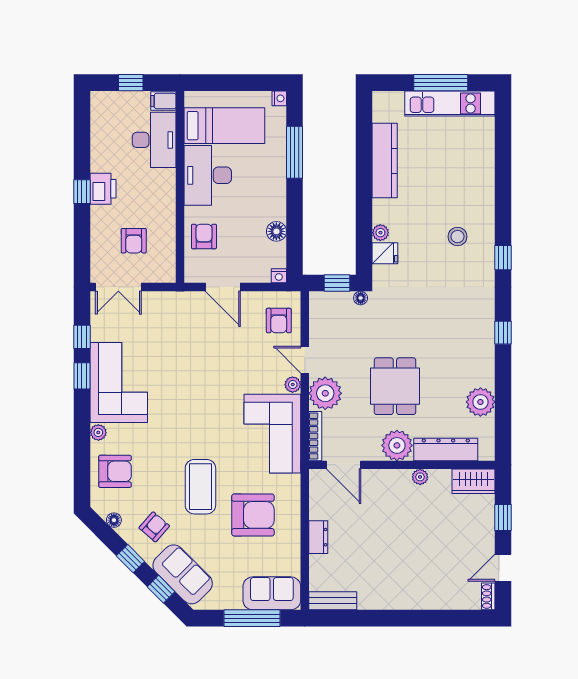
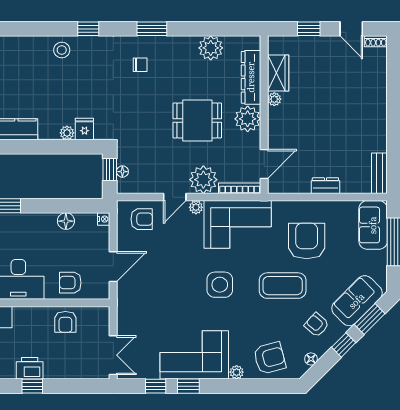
stool: (458, 237) -> (62, 50), moved
armchair: (134, 241) -> (65, 322), moved, turned 90
floor lamp: (361, 298) -> (122, 172), moved
chair: (461, 319) -> (140, 65), added
window: (503, 333) -> (152, 29), width x1.50
side table: (201, 413) -> (220, 285), added
armchair: (115, 471) -> (270, 358), turned 75
wardrobe: (474, 481) -> (278, 73), moved
window: (161, 589) -> (370, 319), width x1.50

